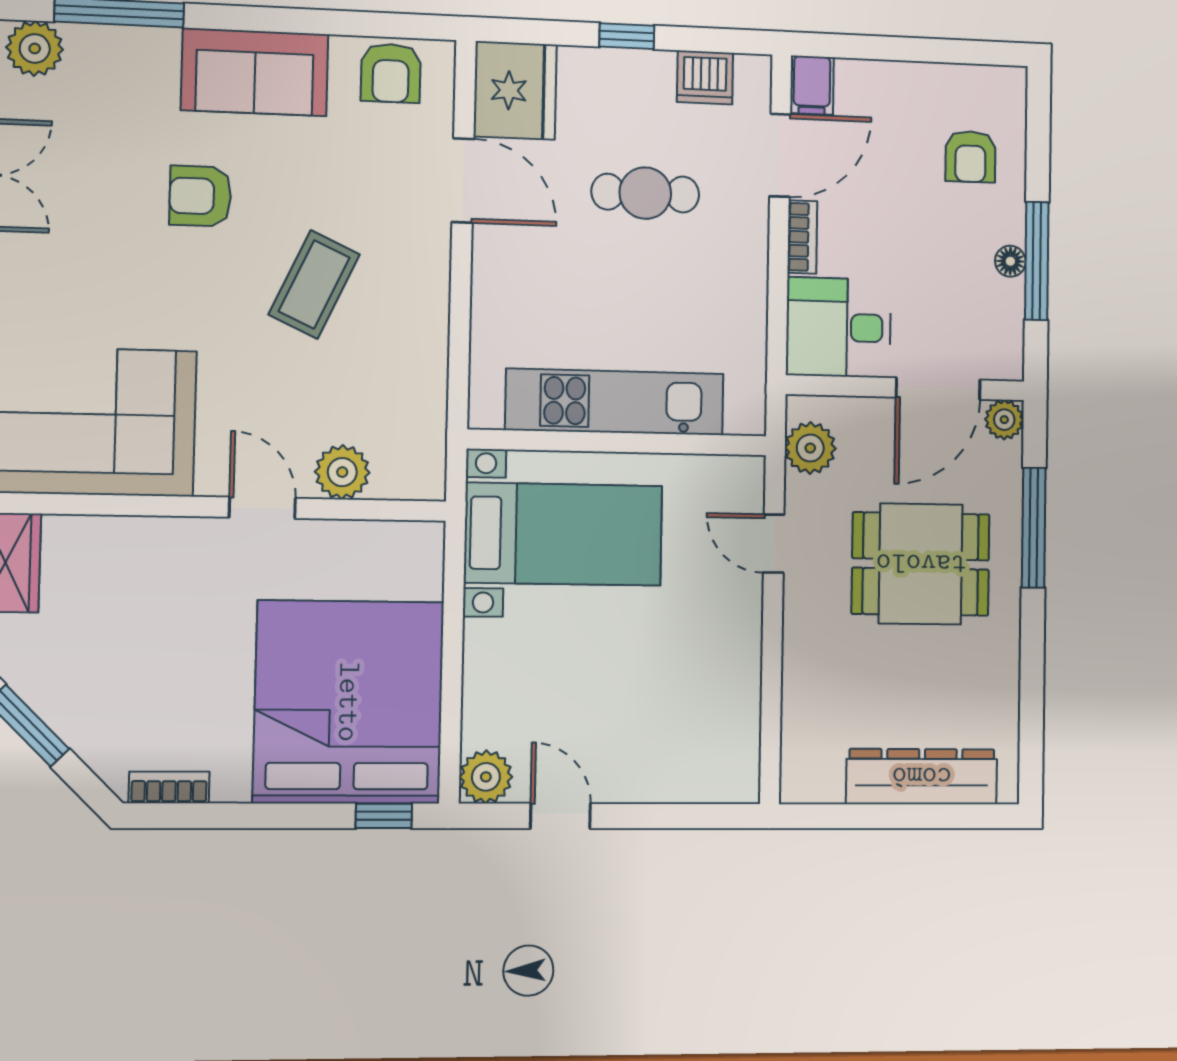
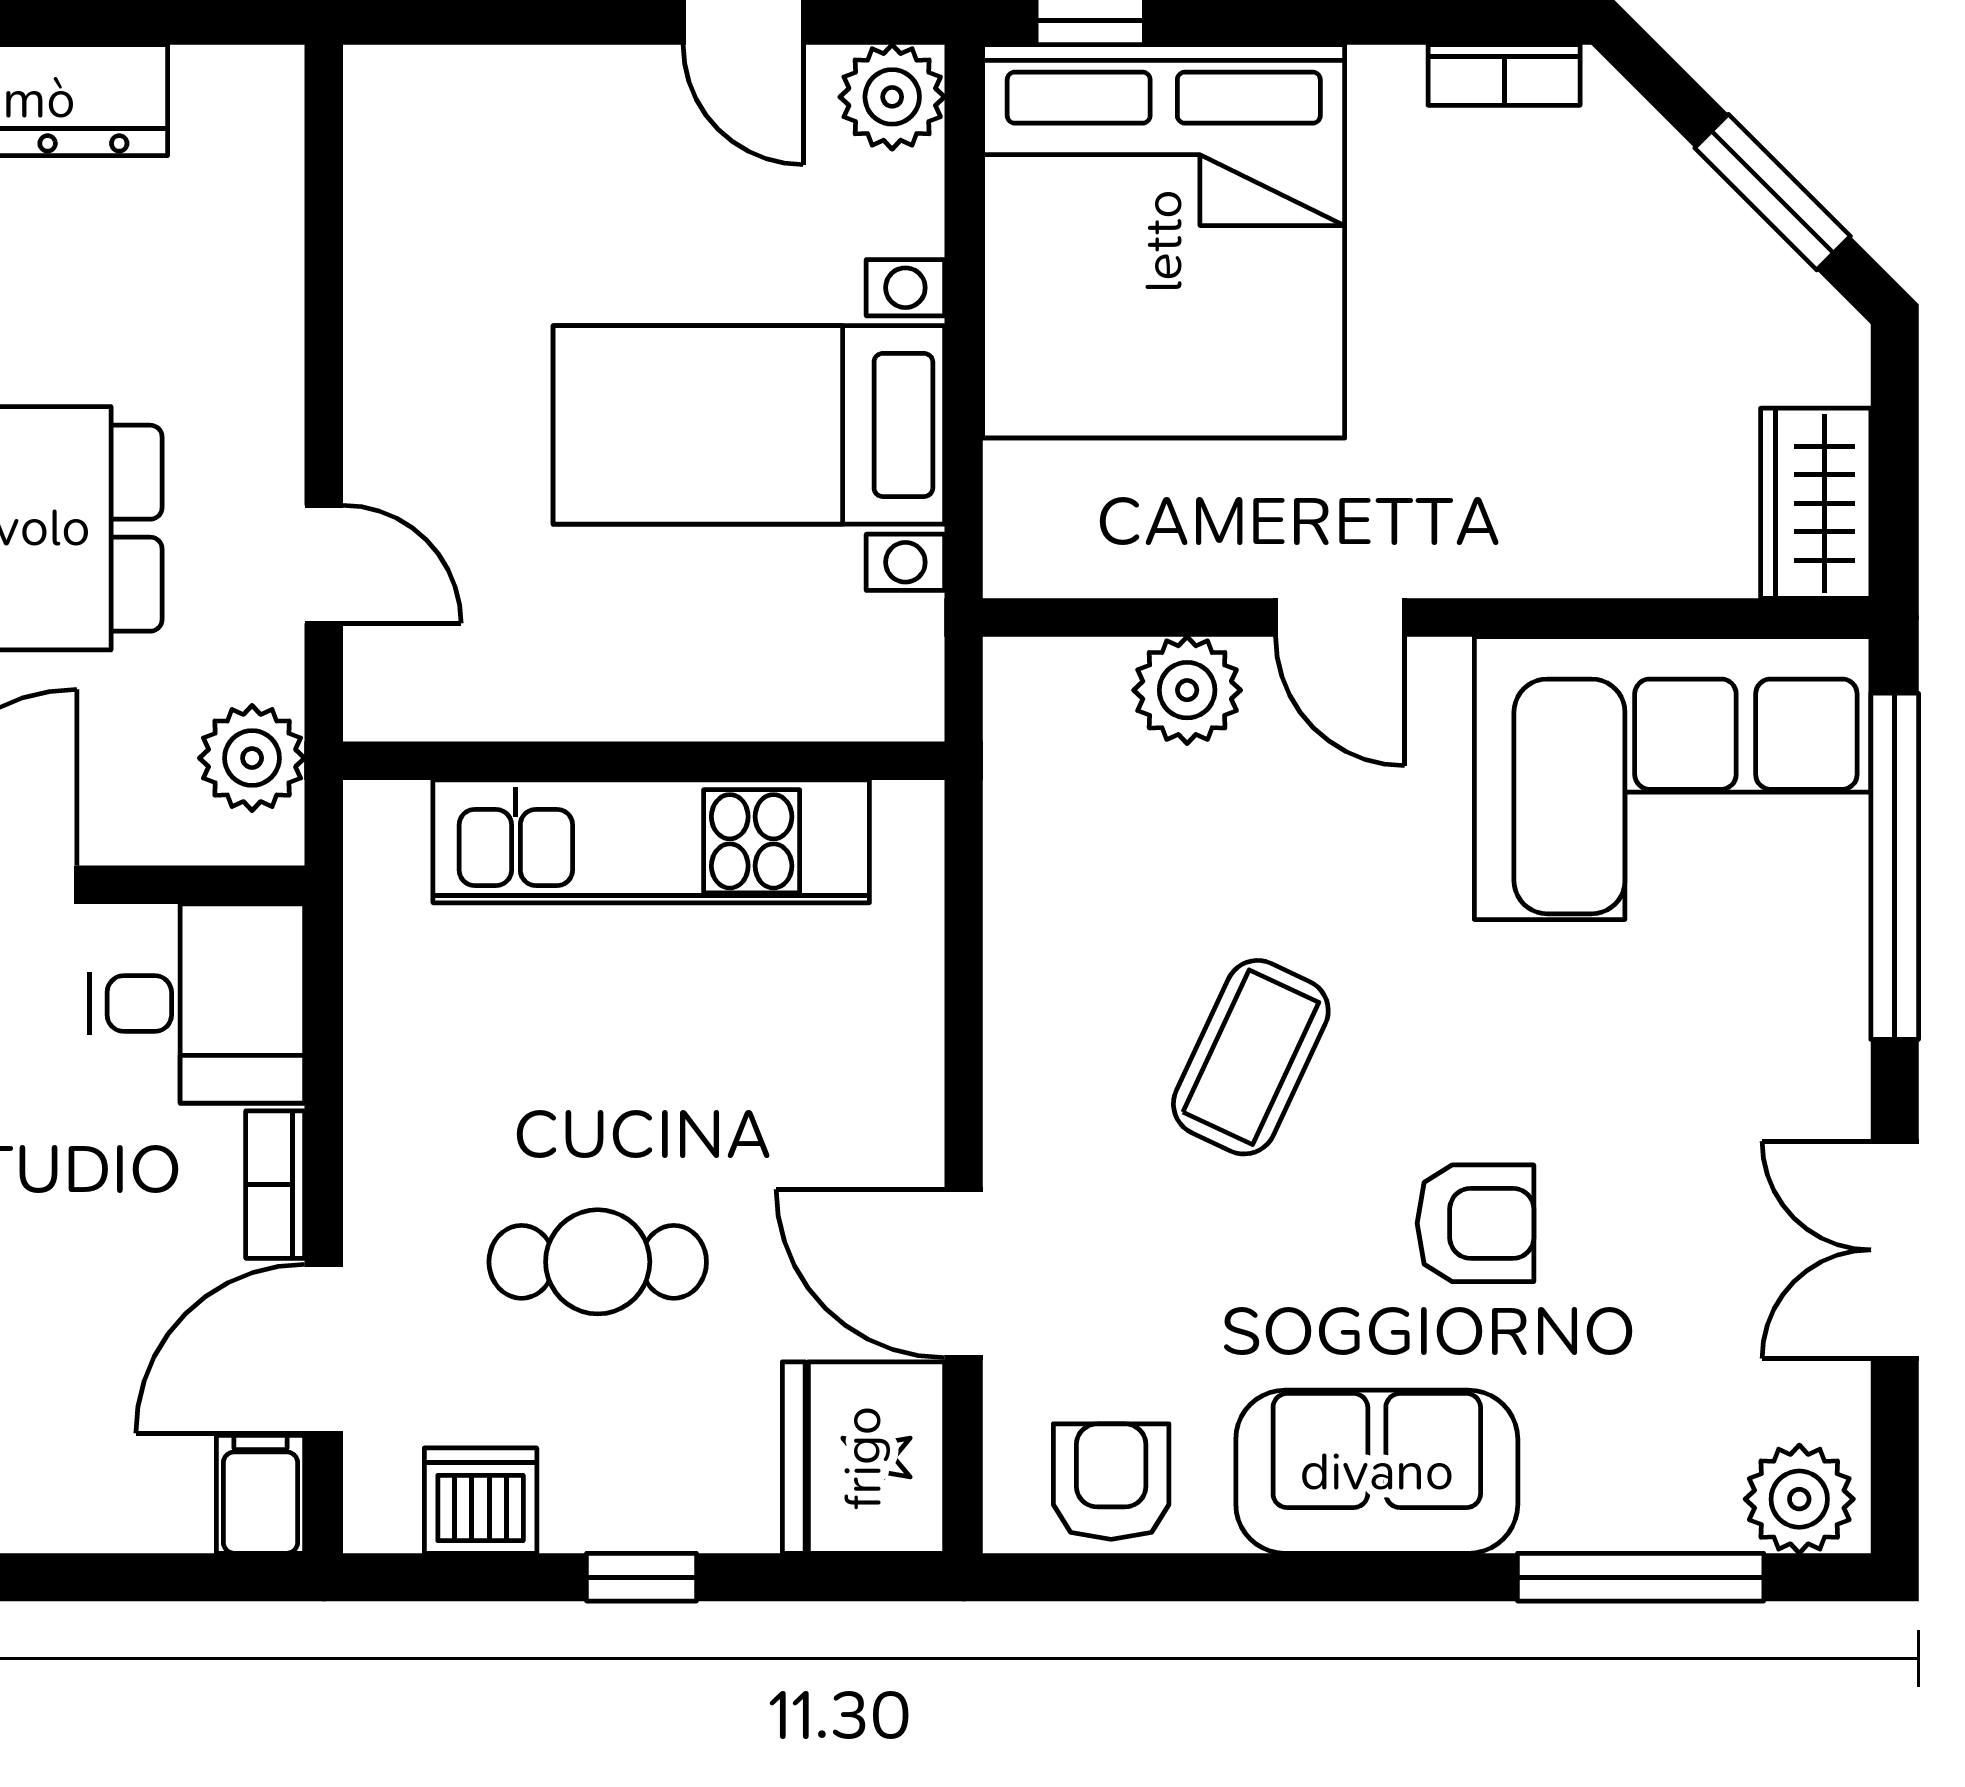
bed with nightstands: (563, 534) -> (749, 425), moved

